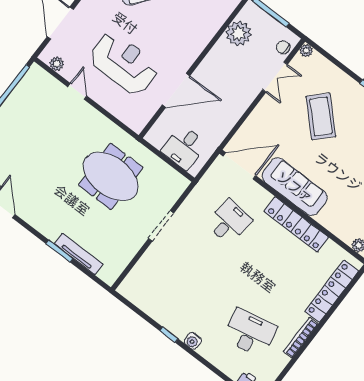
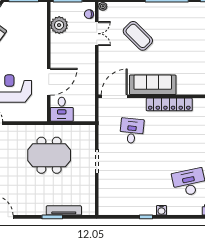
desk: (184, 147) -> (62, 109), moved

